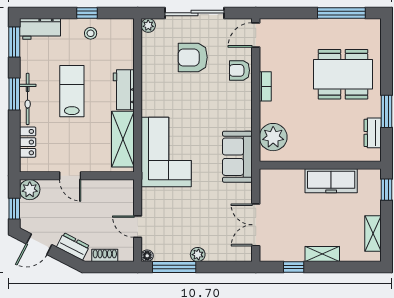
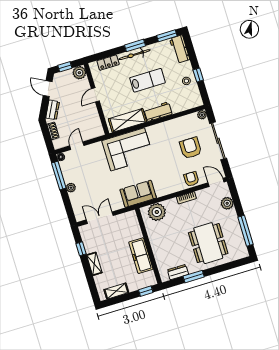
plant: (292, 28) -> (227, 203), added

